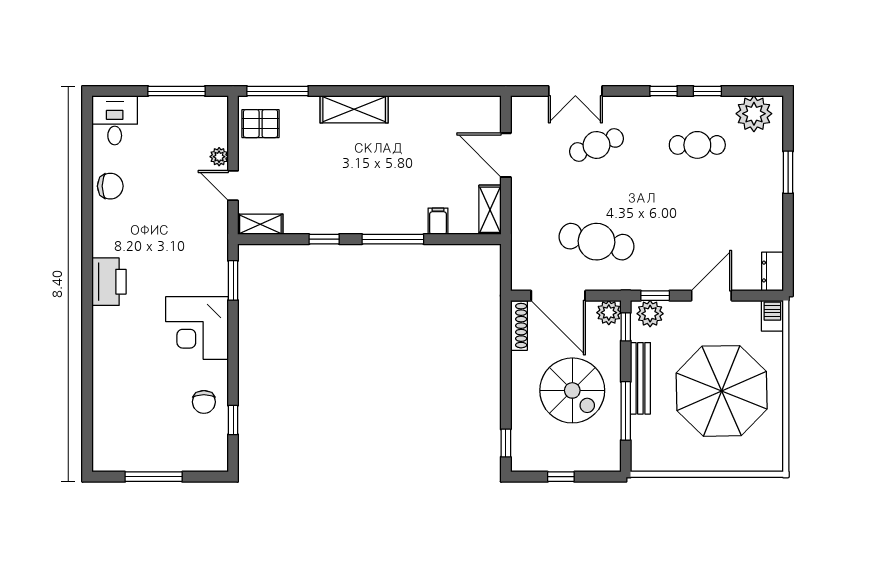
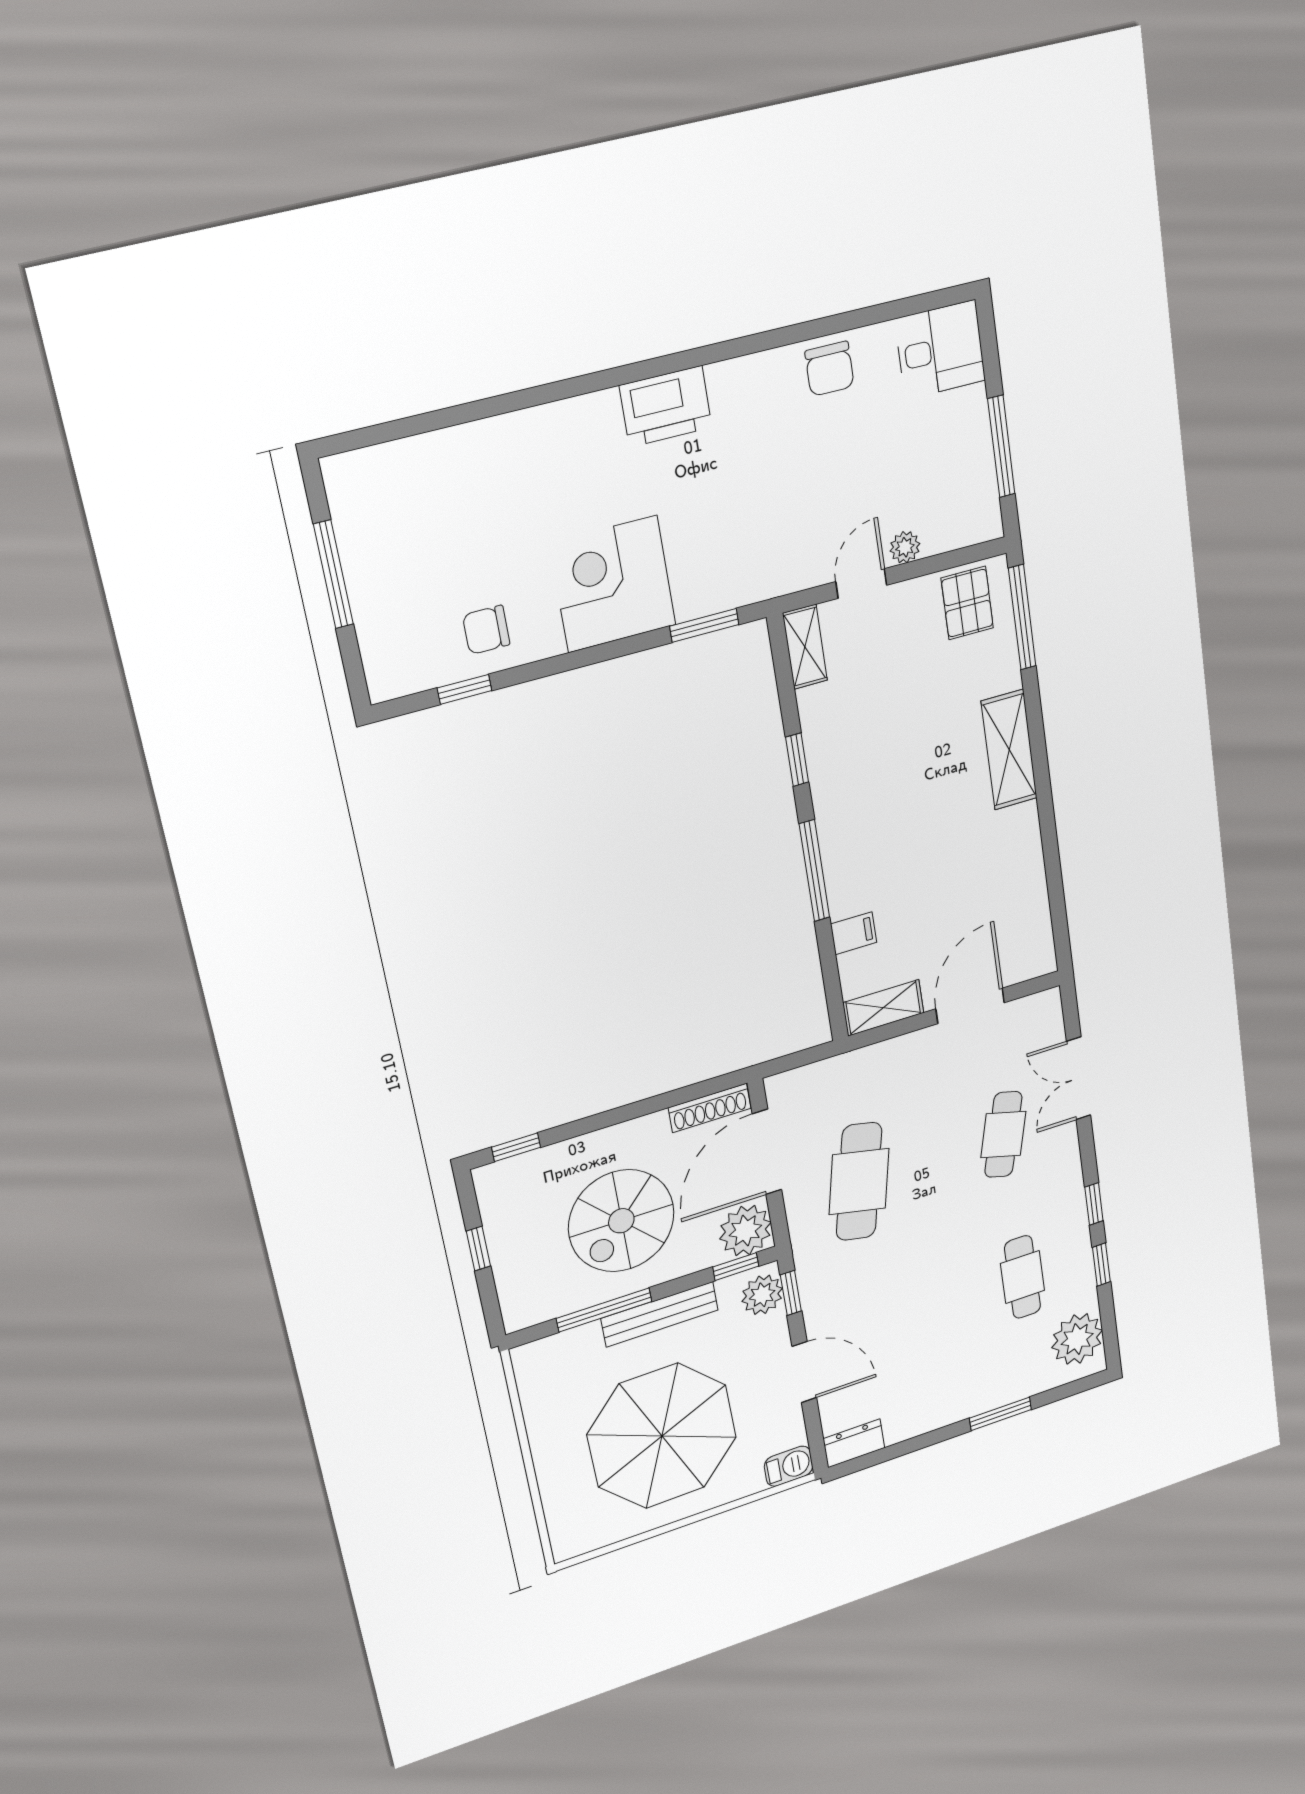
cafe table: (597, 145) -> (1003, 1135), turned 36
plant: (609, 313) -> (745, 1231), width x1.36, depth x1.36

